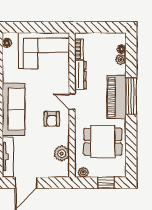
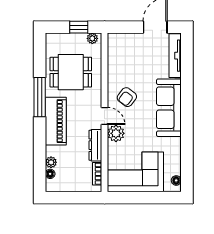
window: (131, 96) -> (40, 97), moved
armchair: (52, 119) -> (127, 97), turned -143
plant: (62, 154) -> (116, 133), moved
window: (106, 183) -> (79, 27), moved

